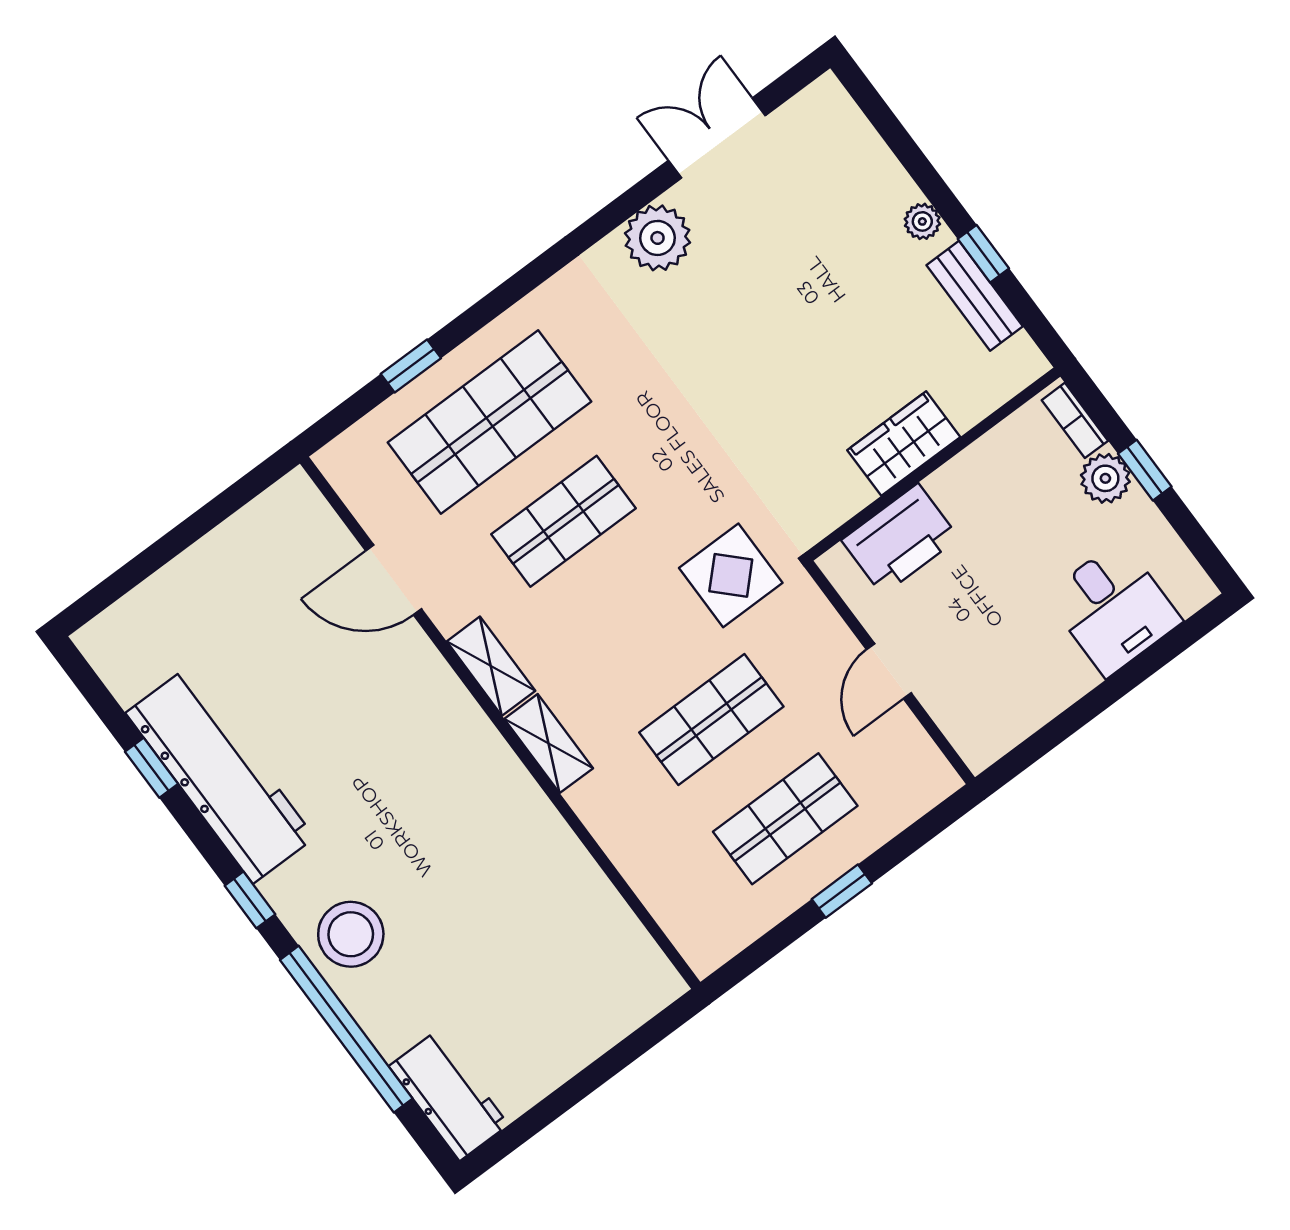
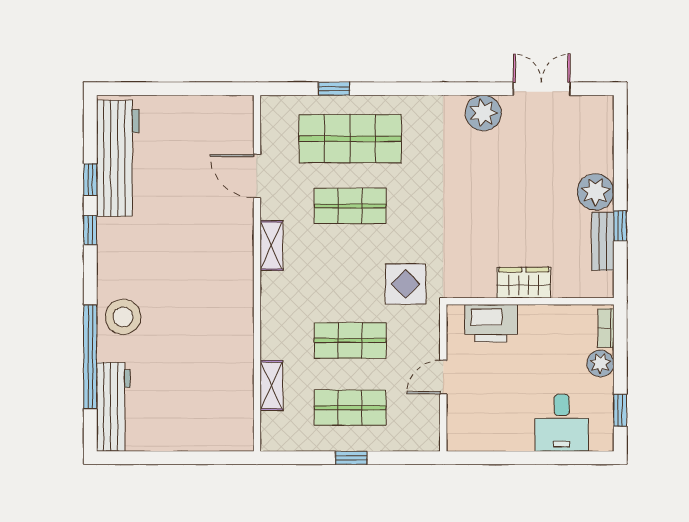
plant: (922, 221) -> (596, 192), width x1.88, depth x1.88
window: (1145, 470) -> (620, 410), moved
shelving: (549, 744) -> (271, 385), moved
workbench: (220, 775) -> (118, 158), moved
window: (250, 900) -> (90, 230), moved
workbench: (449, 1095) -> (113, 407), width x1.38

